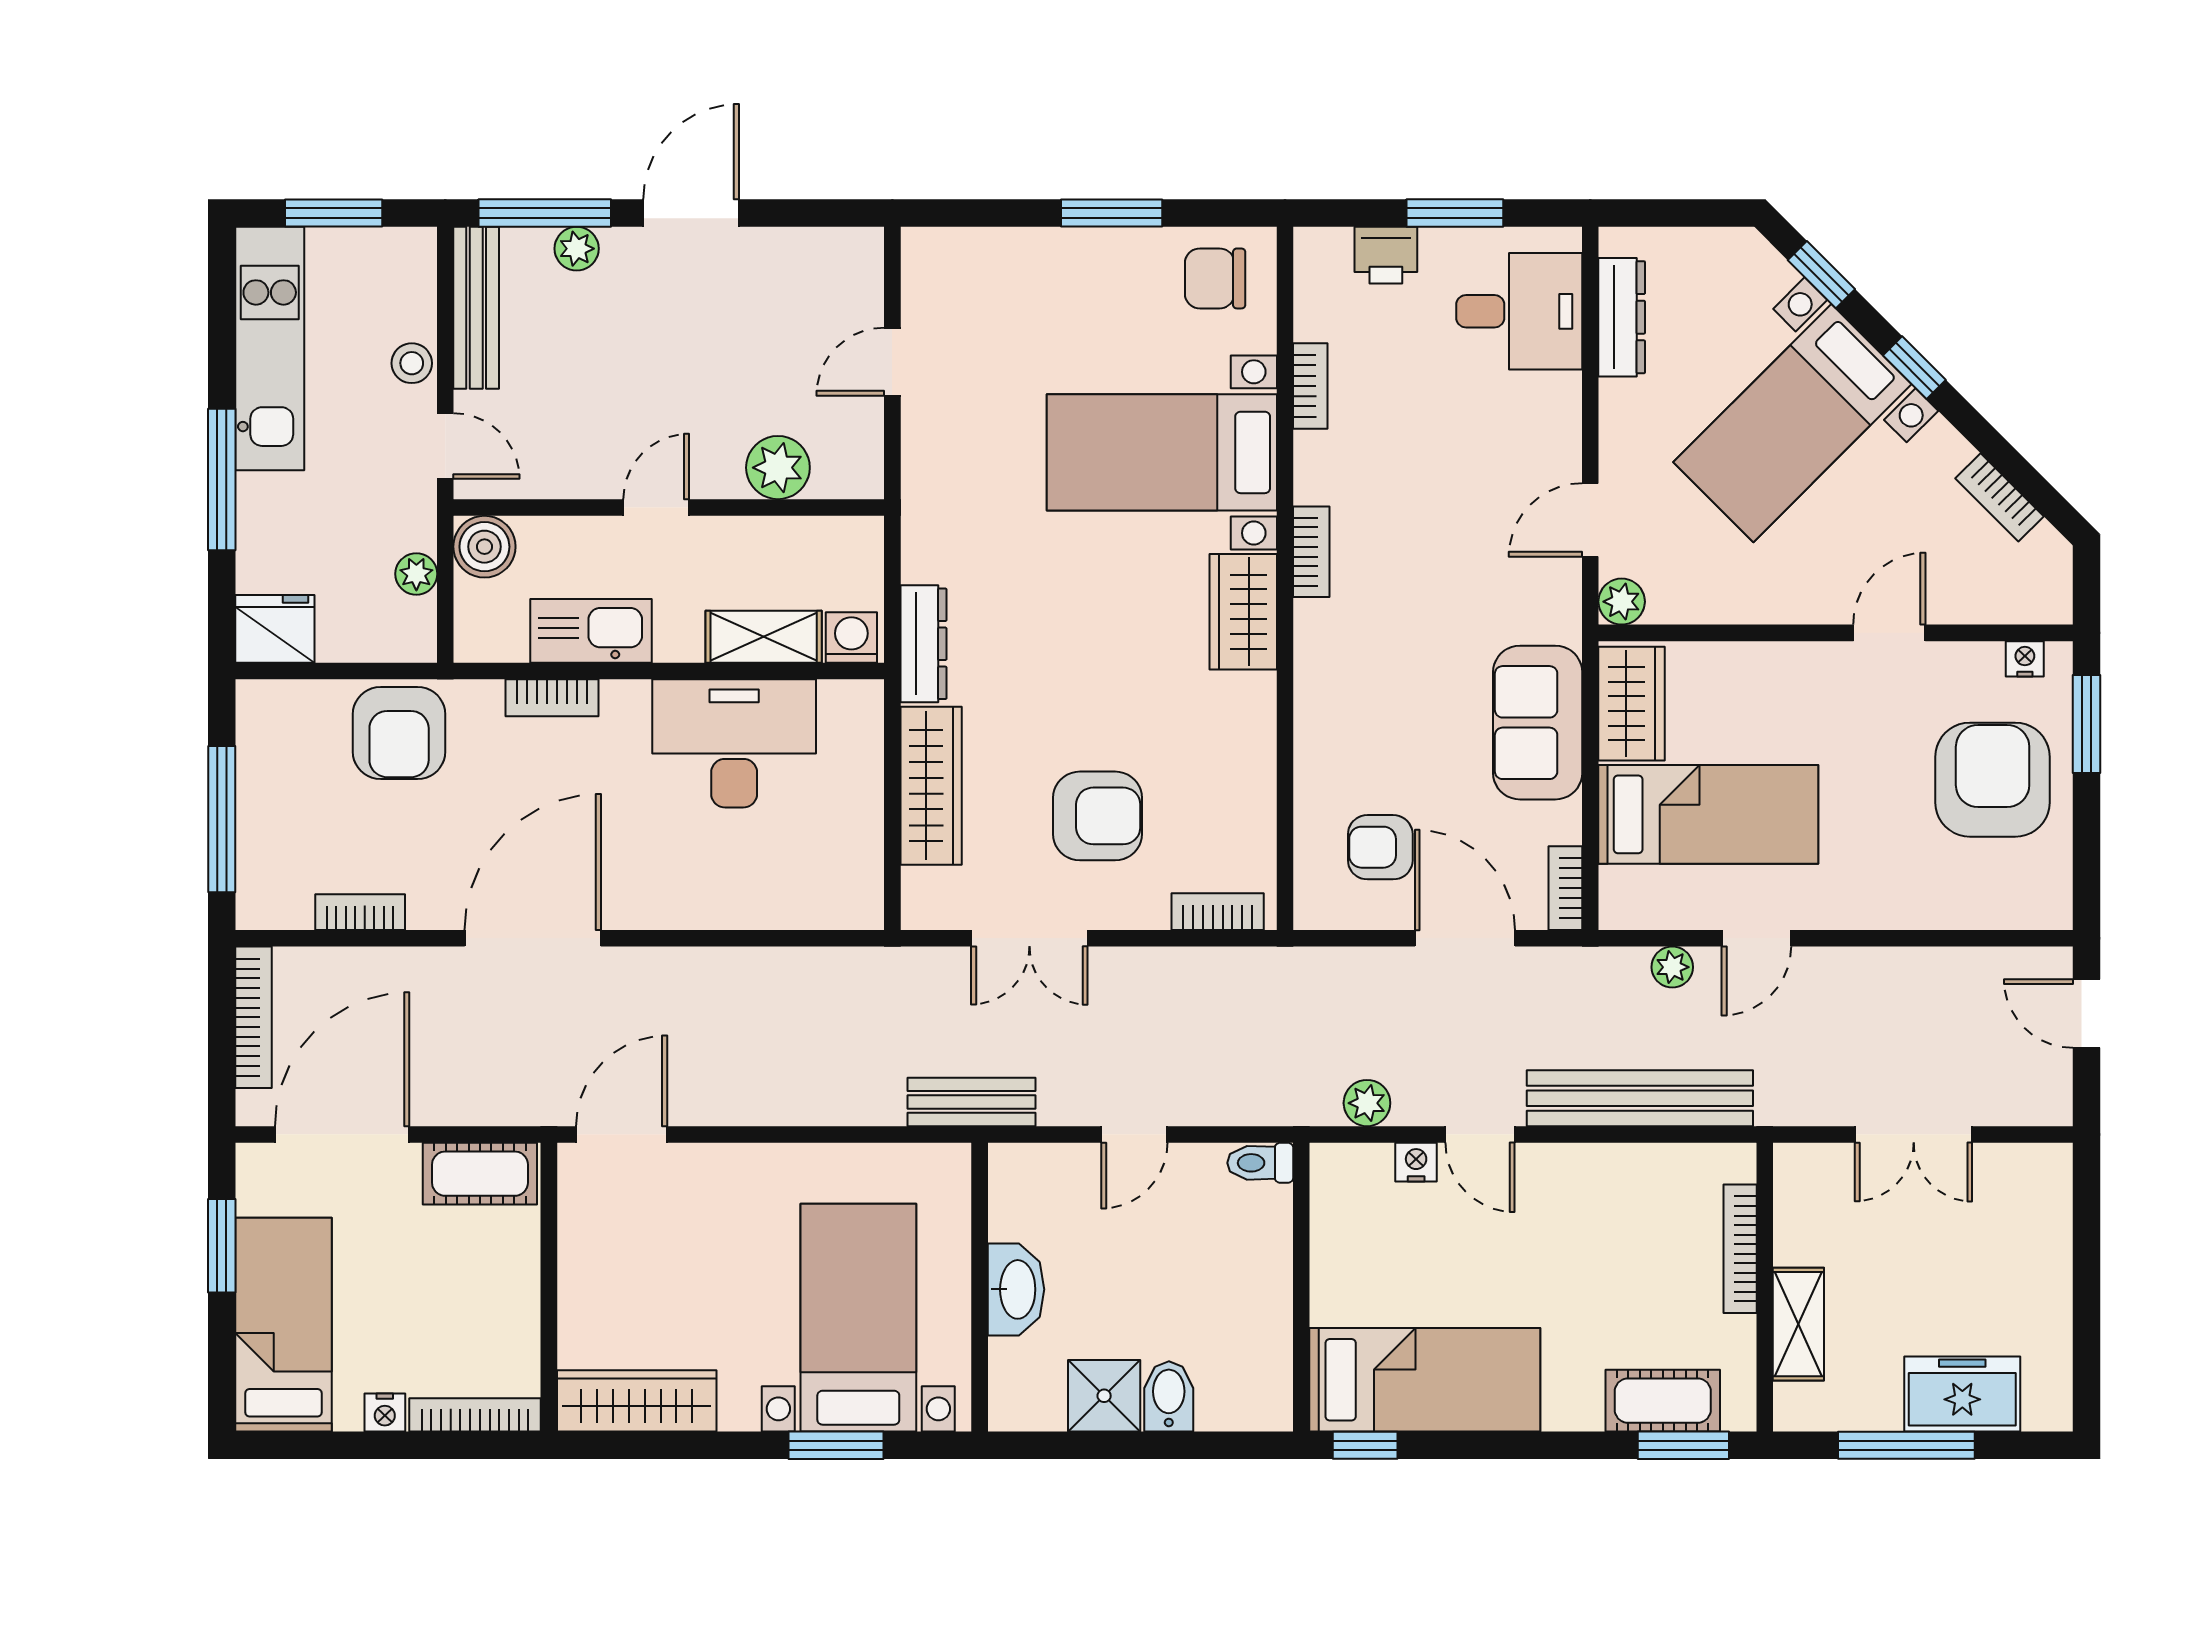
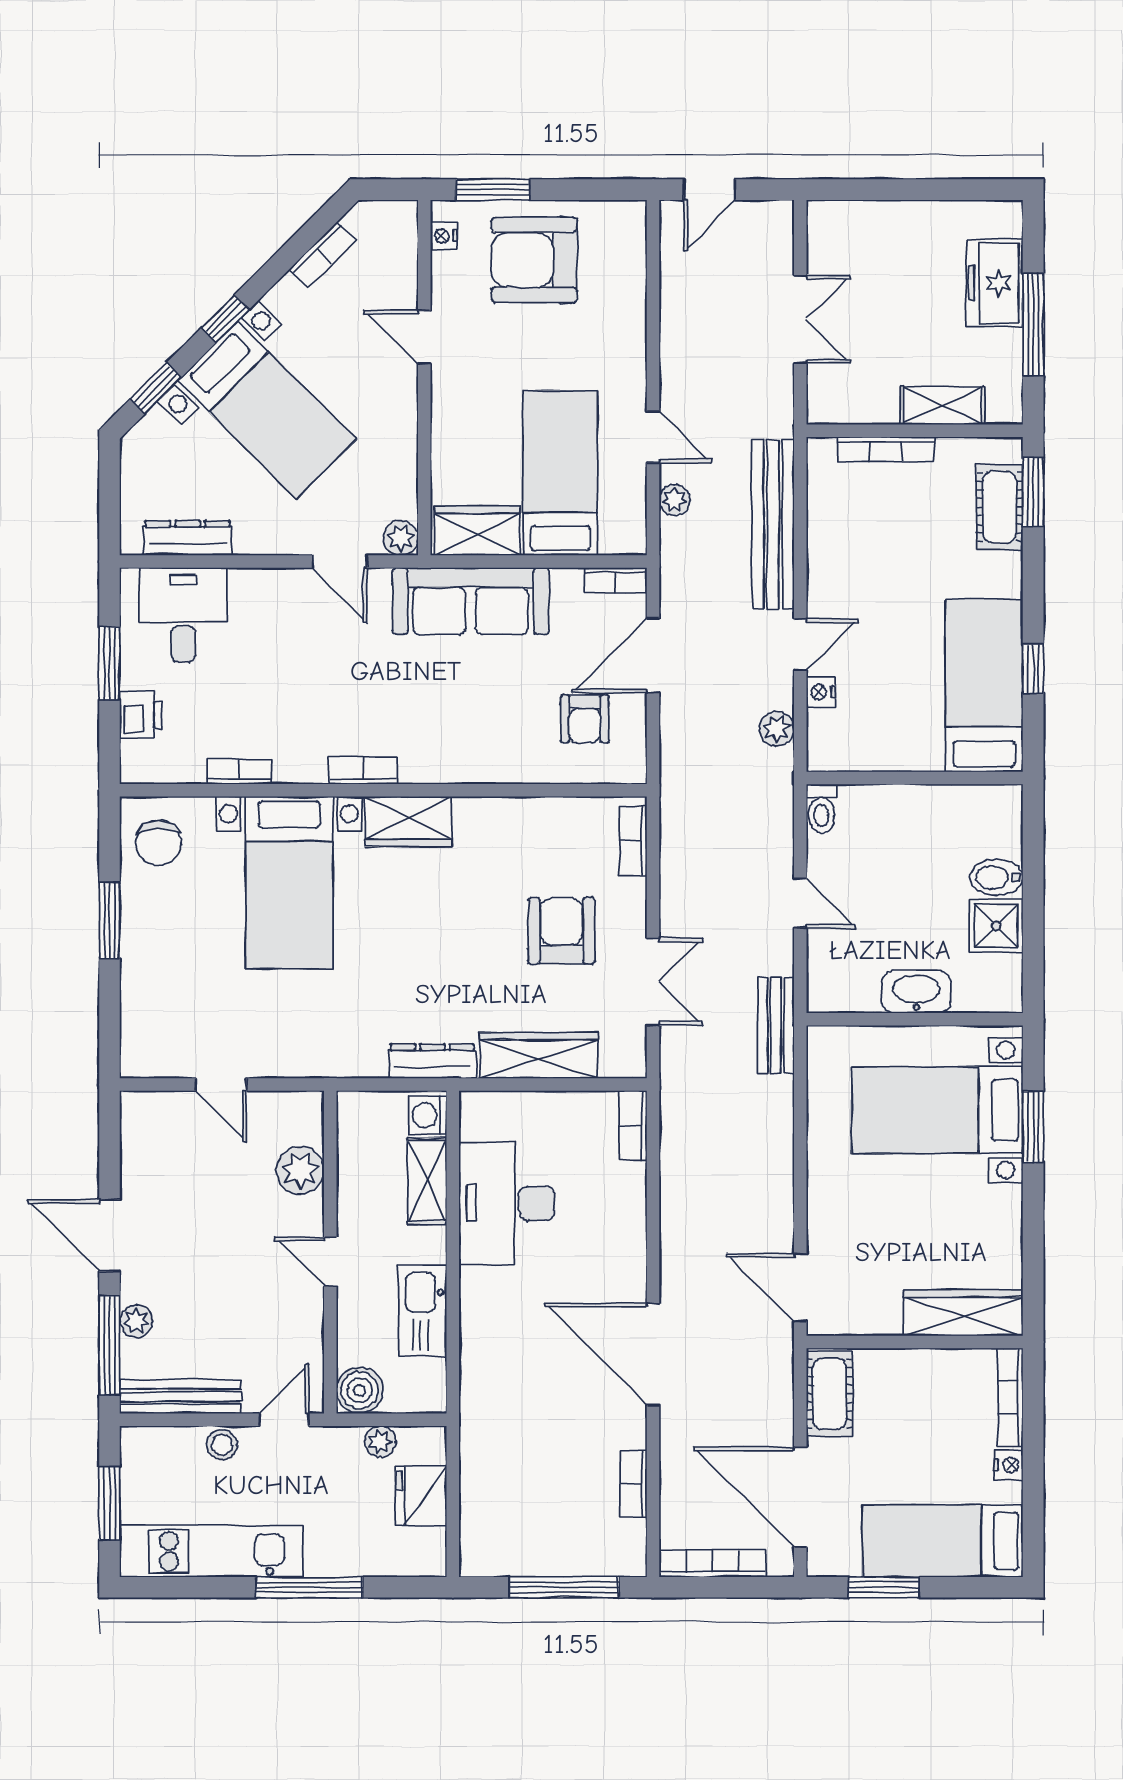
fridge: (275, 629) -> (421, 1496), moved
bookcase: (552, 698) -> (633, 1125), moved, turned 180
sofa: (1538, 723) -> (471, 601), width x1.36
armchair: (399, 733) -> (499, 1454), removed
wardrobe: (637, 1401) -> (963, 1313), moved, turned 90
window: (1365, 1445) -> (1033, 669), moved

